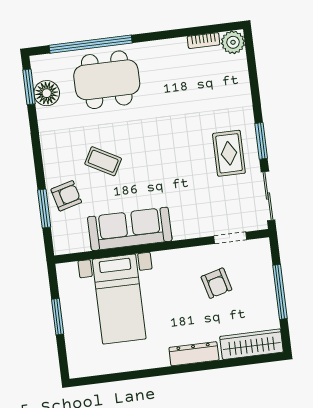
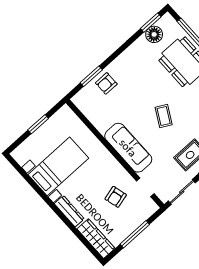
coffee table: (103, 161) -> (164, 116), moved
armchair: (66, 196) -> (106, 83), turned 105
sofa: (130, 229) -> (128, 148), moved
bed with nightstands: (119, 299) -> (58, 166), moved, turned 180

